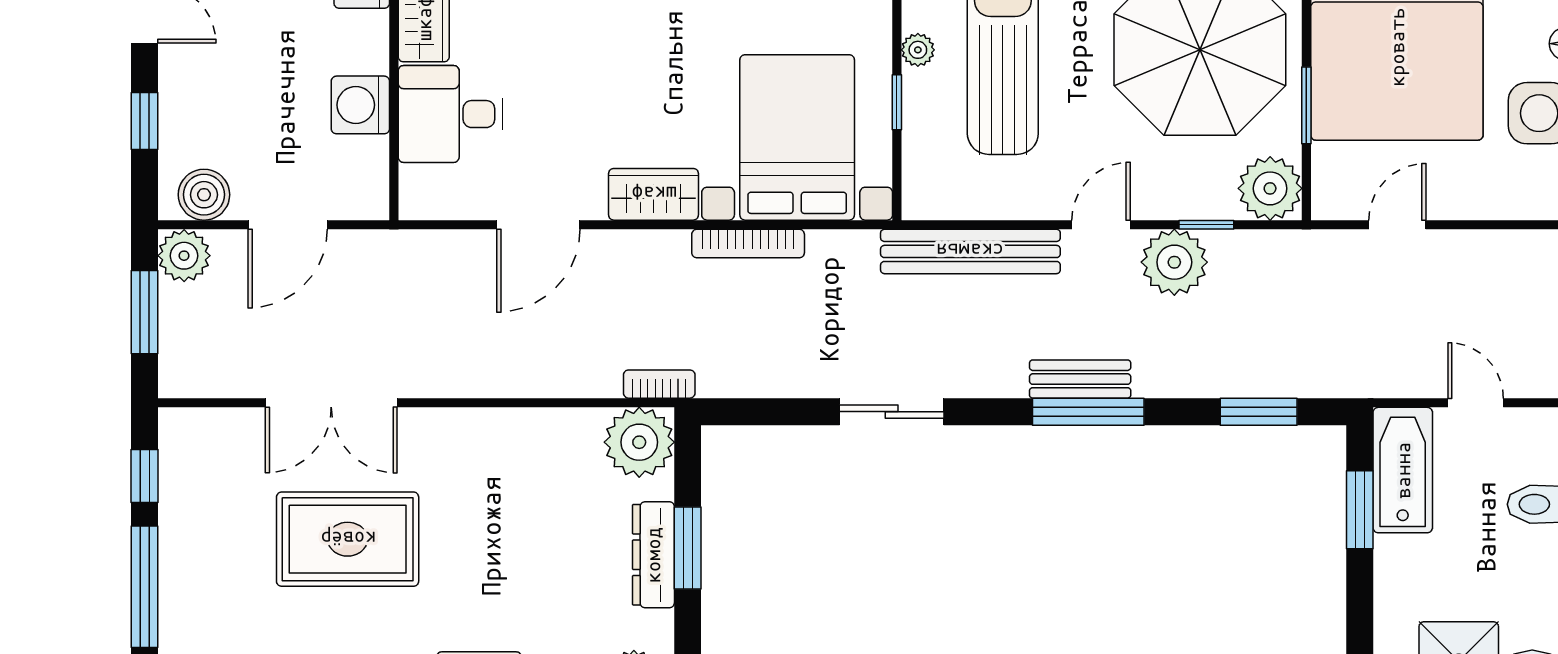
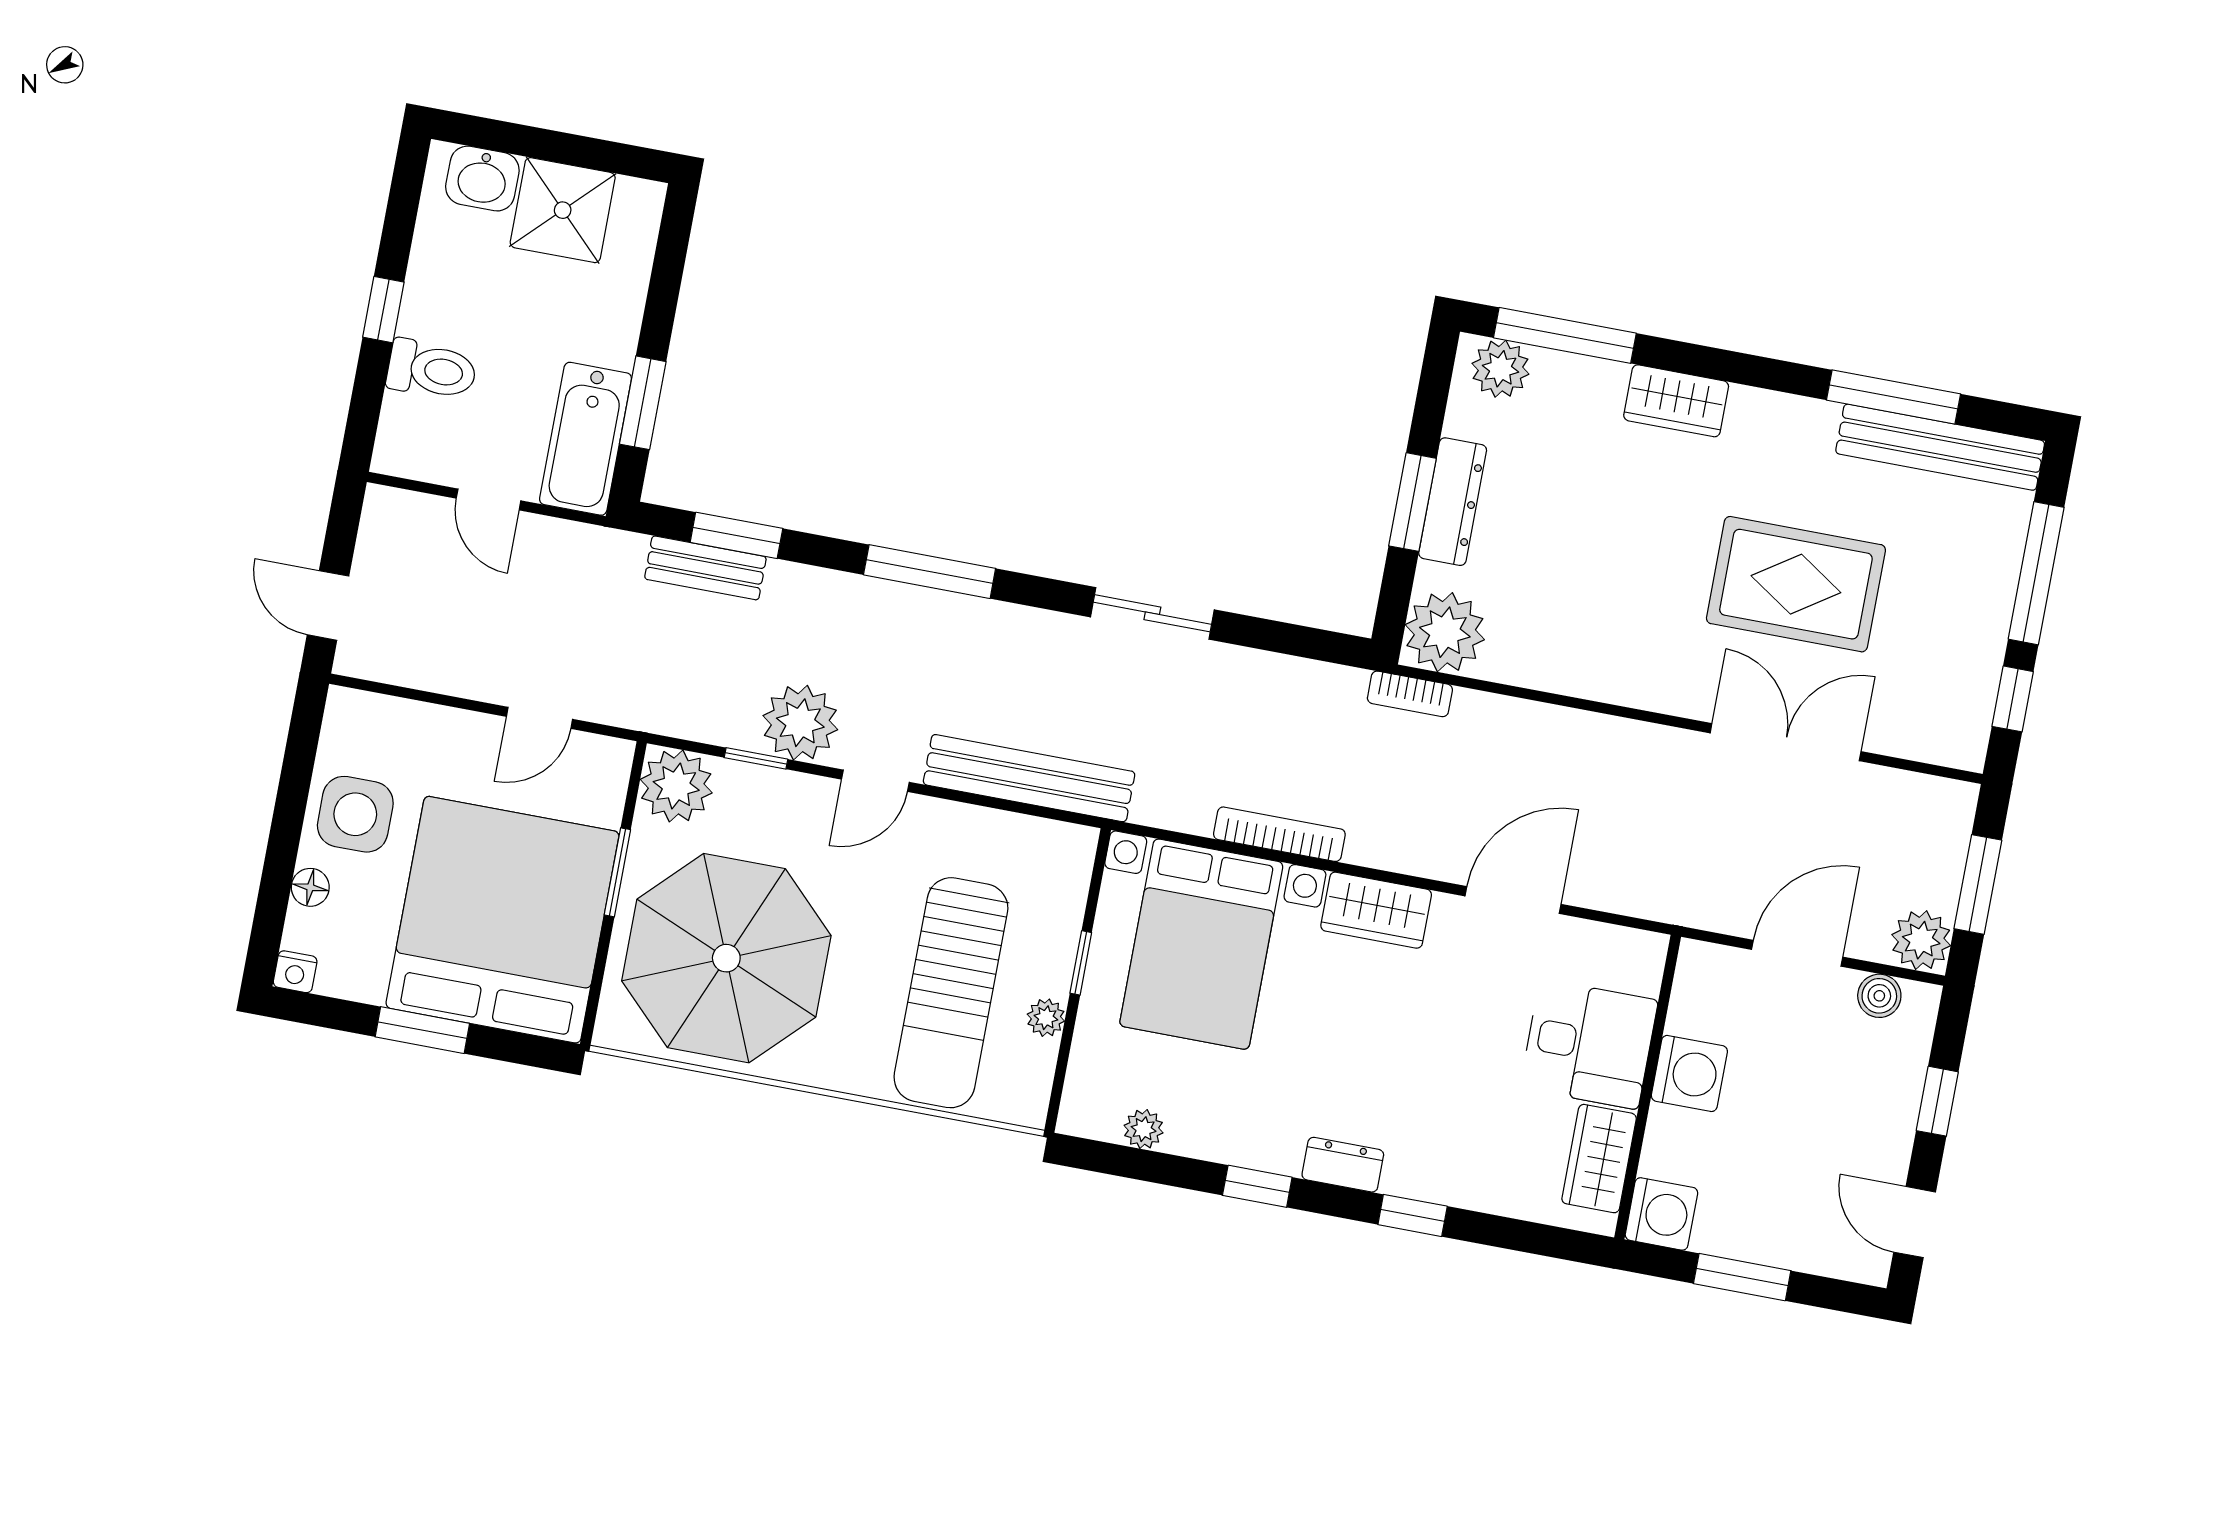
boiler: (204, 195) -> (1879, 996), width x0.73, depth x0.73
bench: (1080, 379) -> (705, 568), moved

